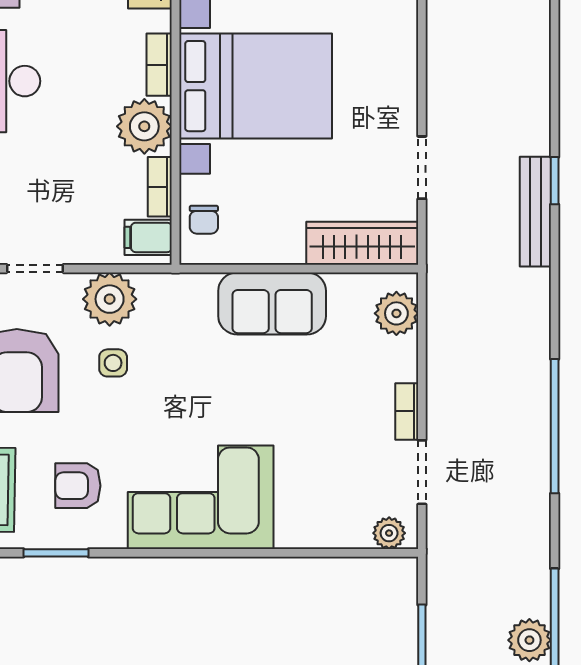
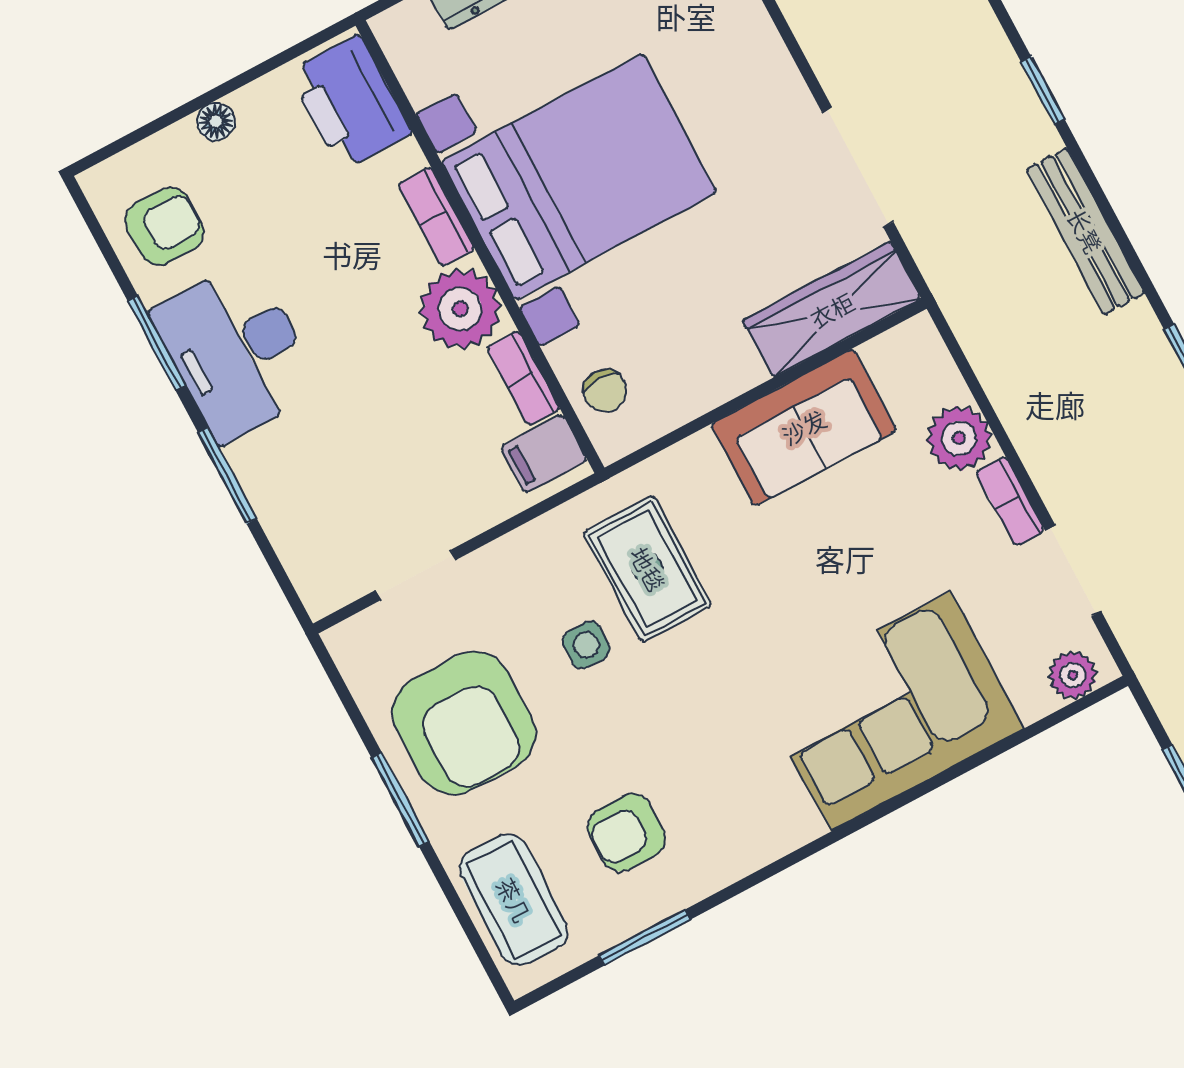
doorway: (422, 168) -> (858, 167), width x1.38
bench: (535, 212) -> (1085, 231), moved
plant: (110, 299) -> (536, 563), removed
sofa: (272, 303) -> (804, 427), moved
plant: (396, 313) -> (959, 438), moved
rug: (173, 338) -> (648, 569), added
corner sofa: (201, 497) -> (891, 711), moved

